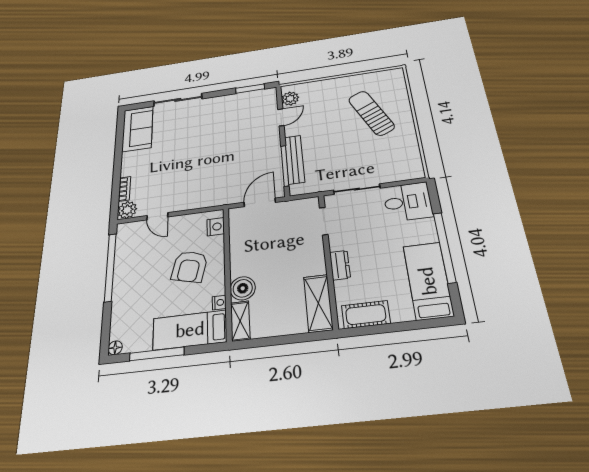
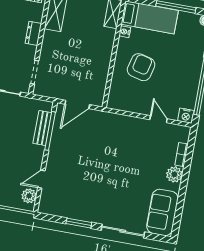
window: (250, 89) -> (79, 223), moved
bench: (295, 160) -> (42, 128), width x0.73
plant: (127, 210) -> (174, 174), moved
nightstand: (216, 227) -> (186, 116), moved, turned -90
boiler: (243, 288) -> (106, 37), removed

